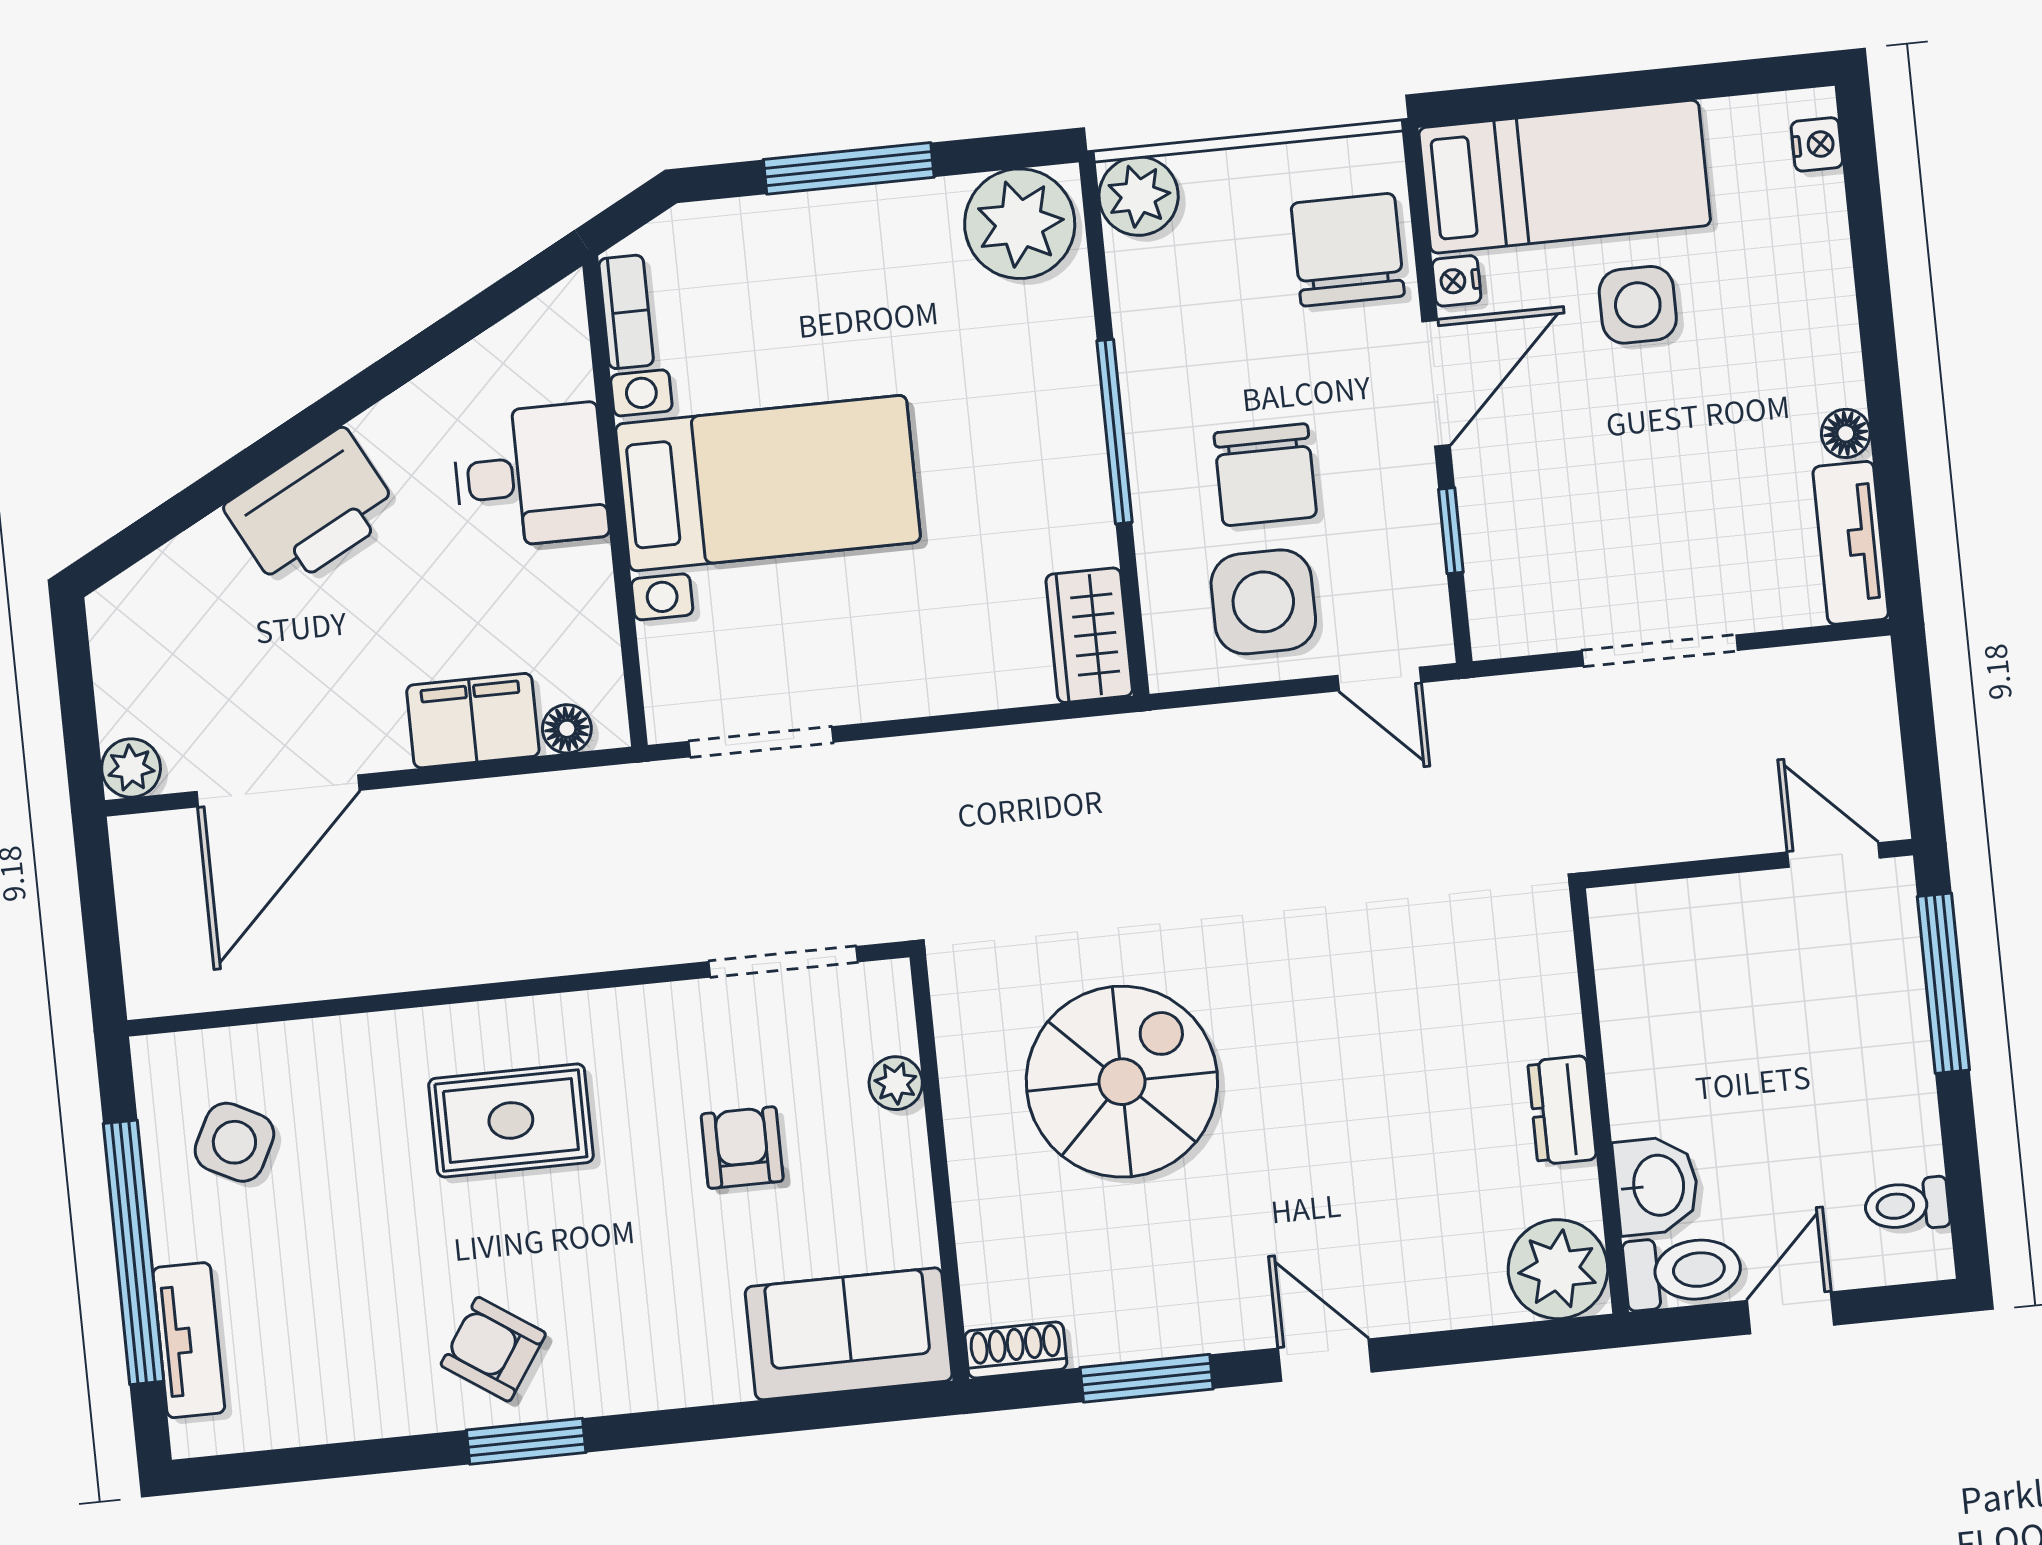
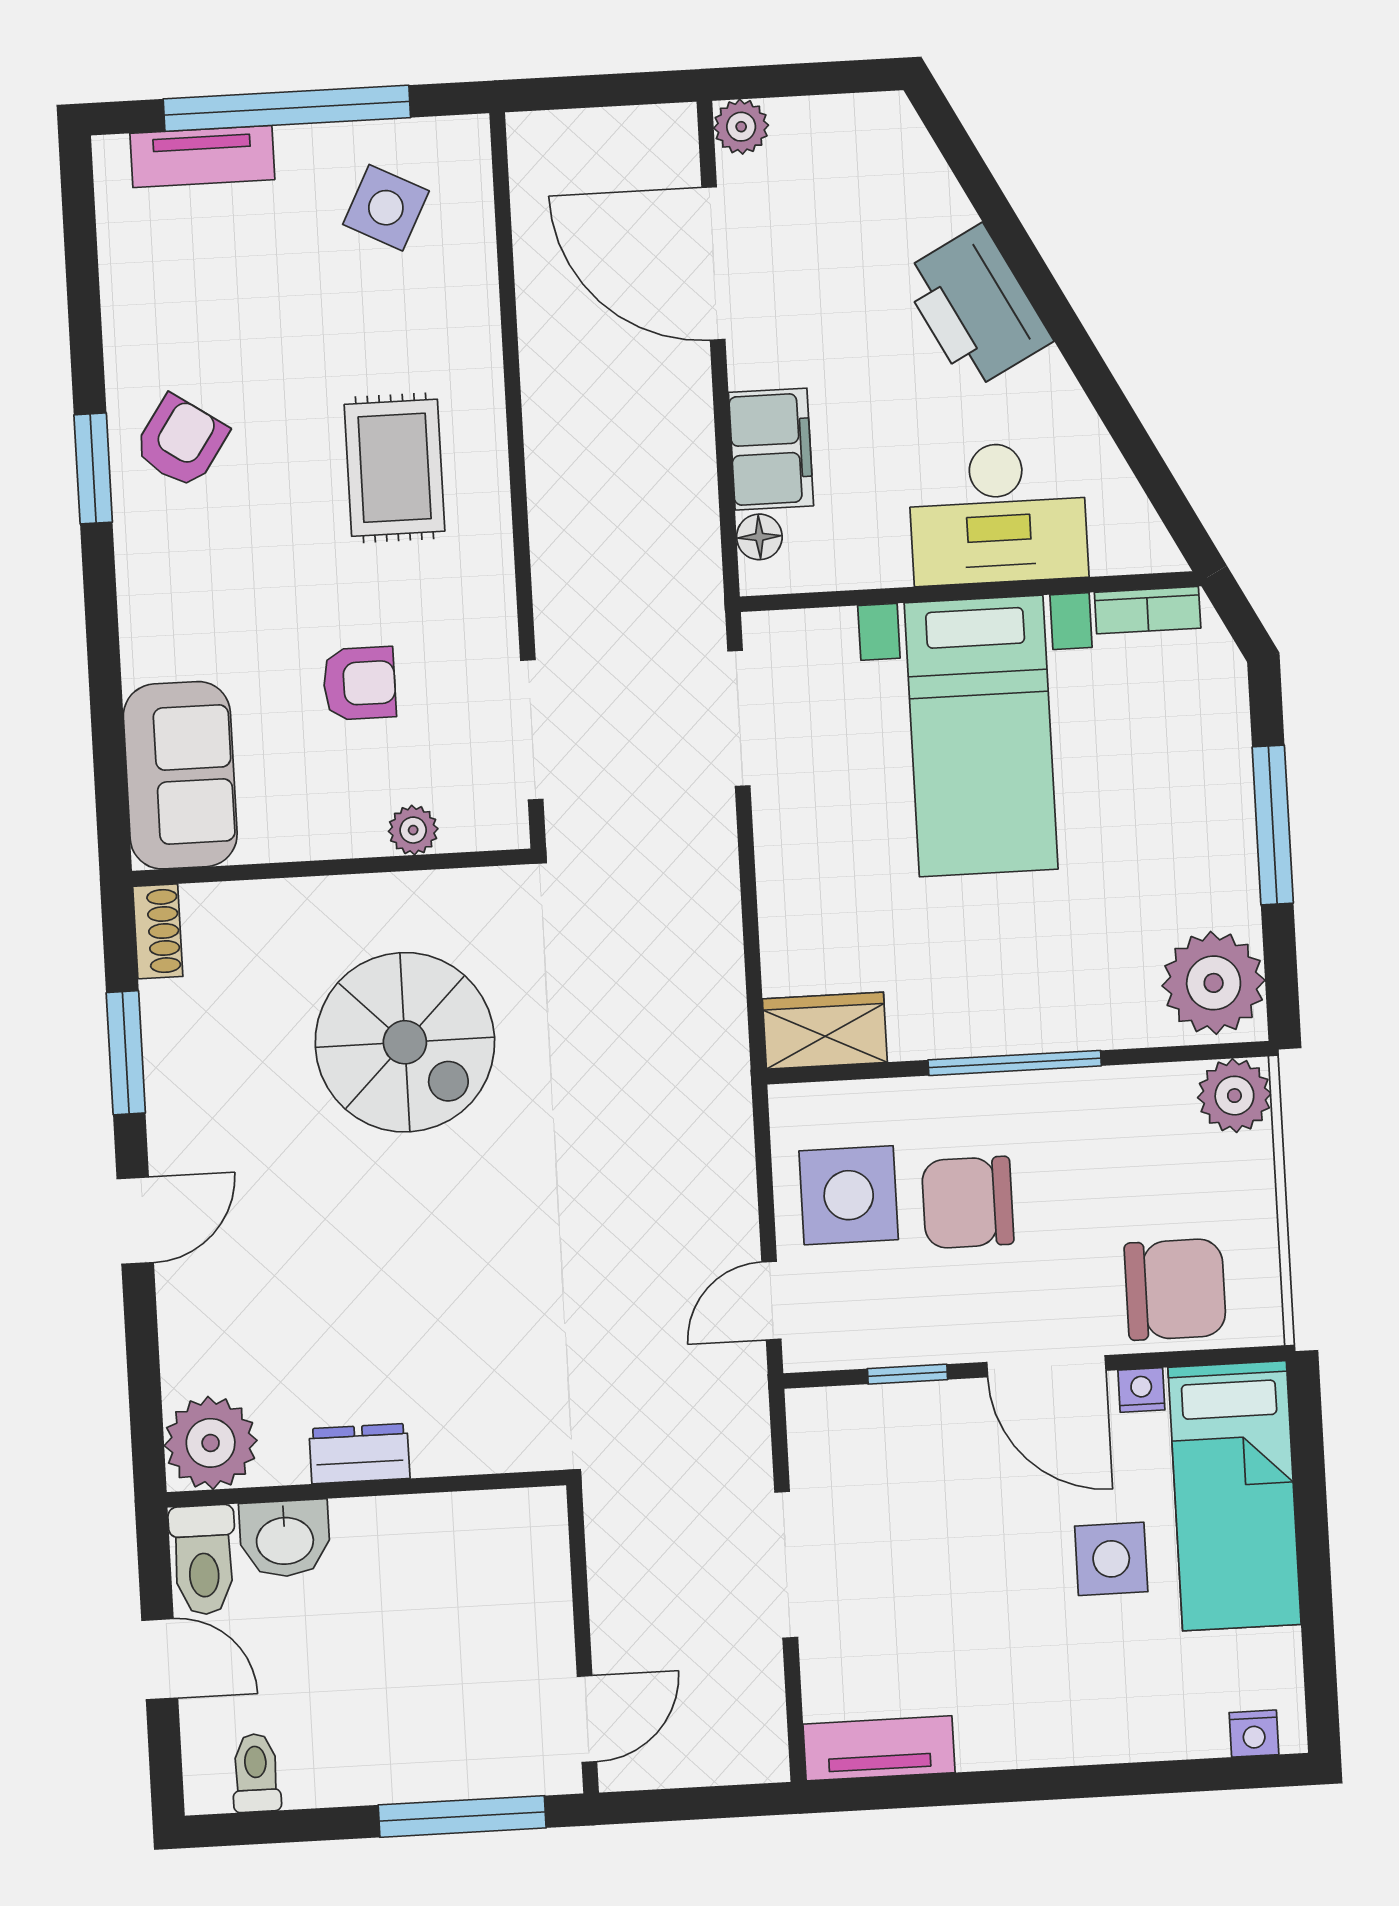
floor lamp: (1846, 433) -> (982, 1748), removed
desk: (530, 476) -> (998, 513), width x1.37

